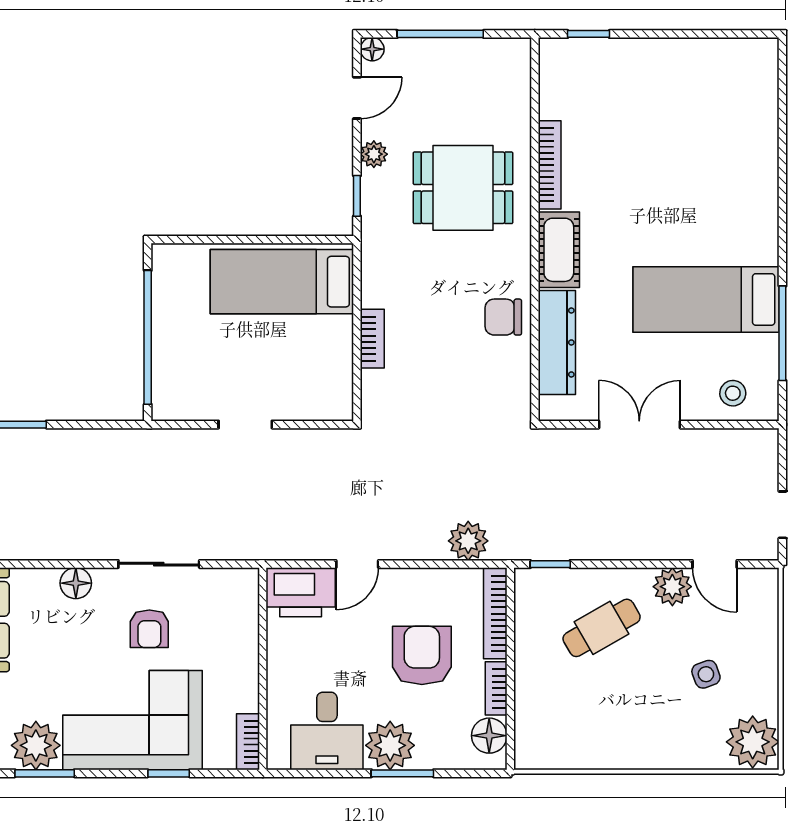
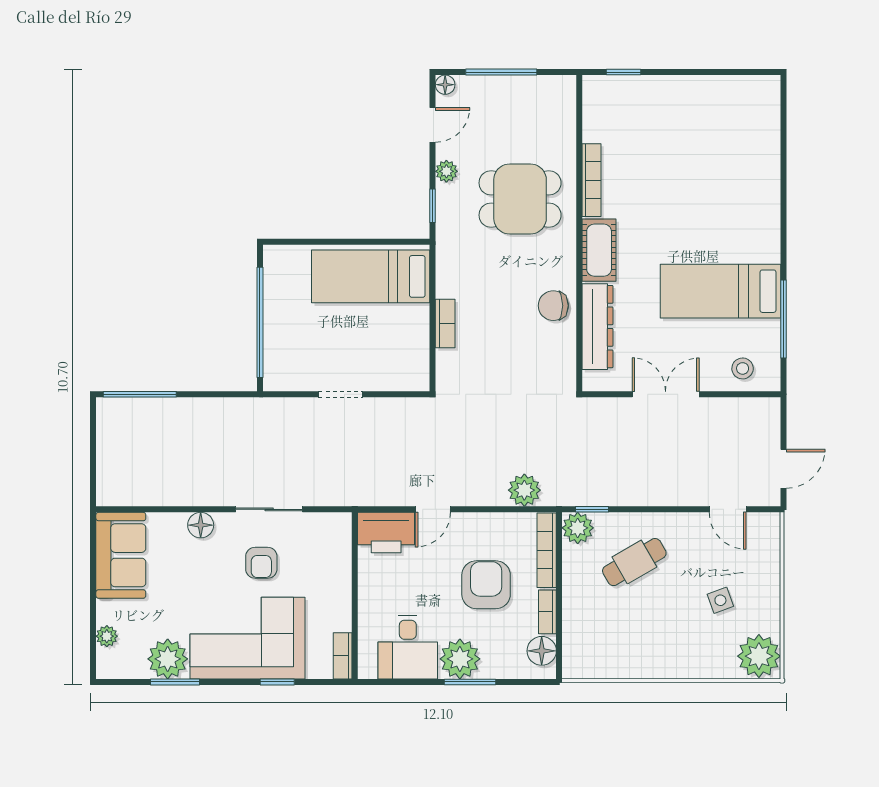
plant: (672, 587) -> (578, 528), moved

